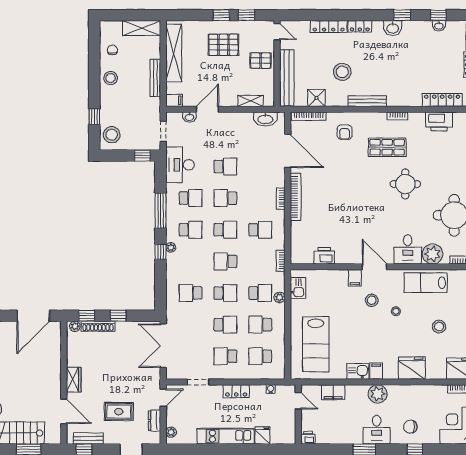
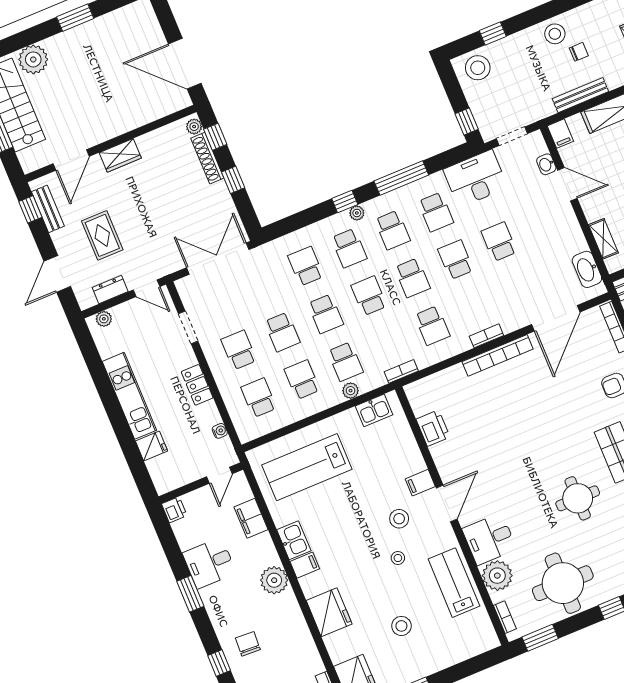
chair: (112, 50) -> (579, 52), moved
school desk: (225, 166) -> (499, 242), turned 180
school desk: (191, 261) -> (349, 248), added
desk: (377, 430) -> (209, 563), moved

